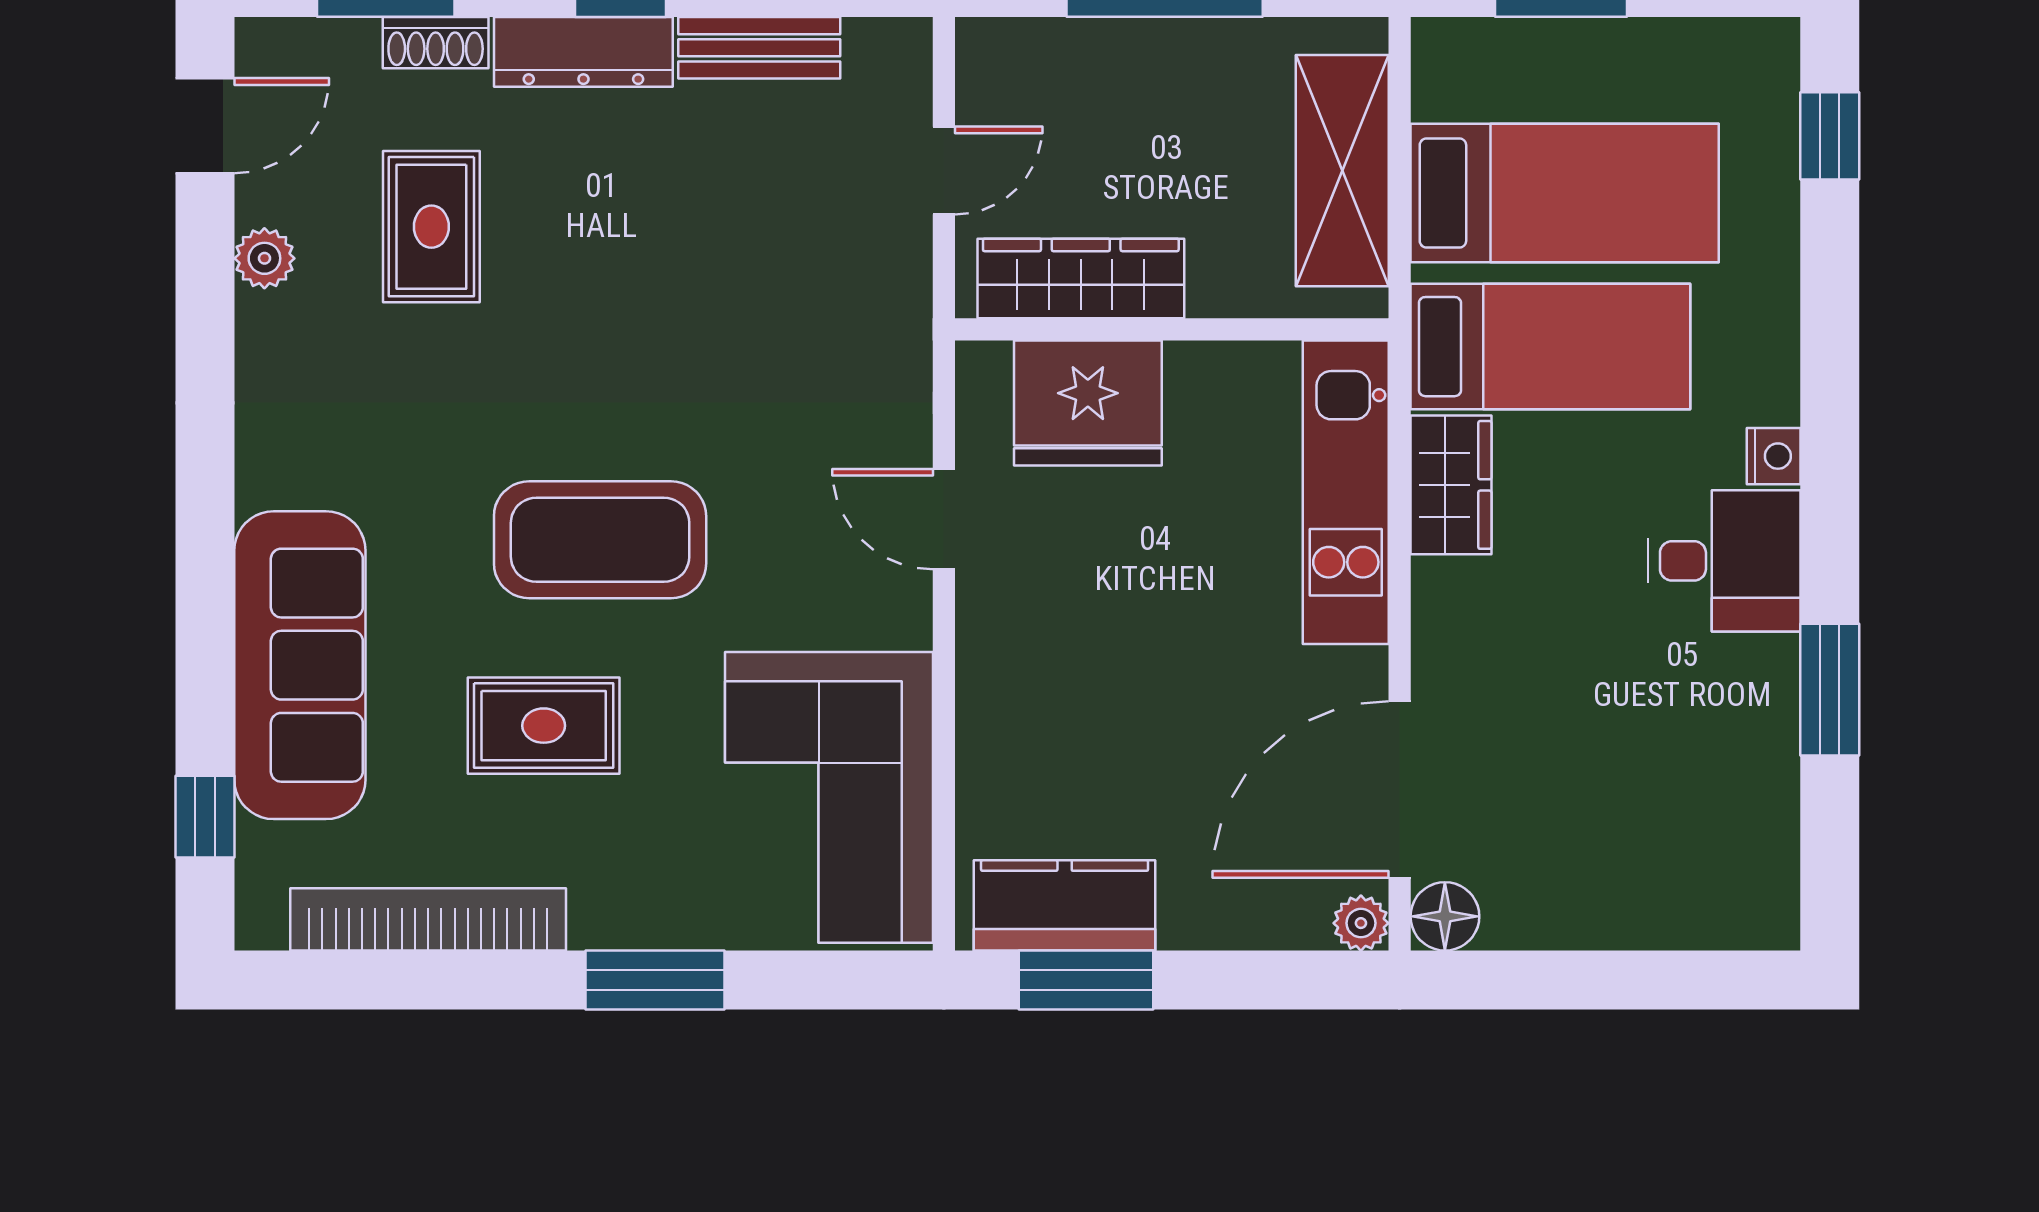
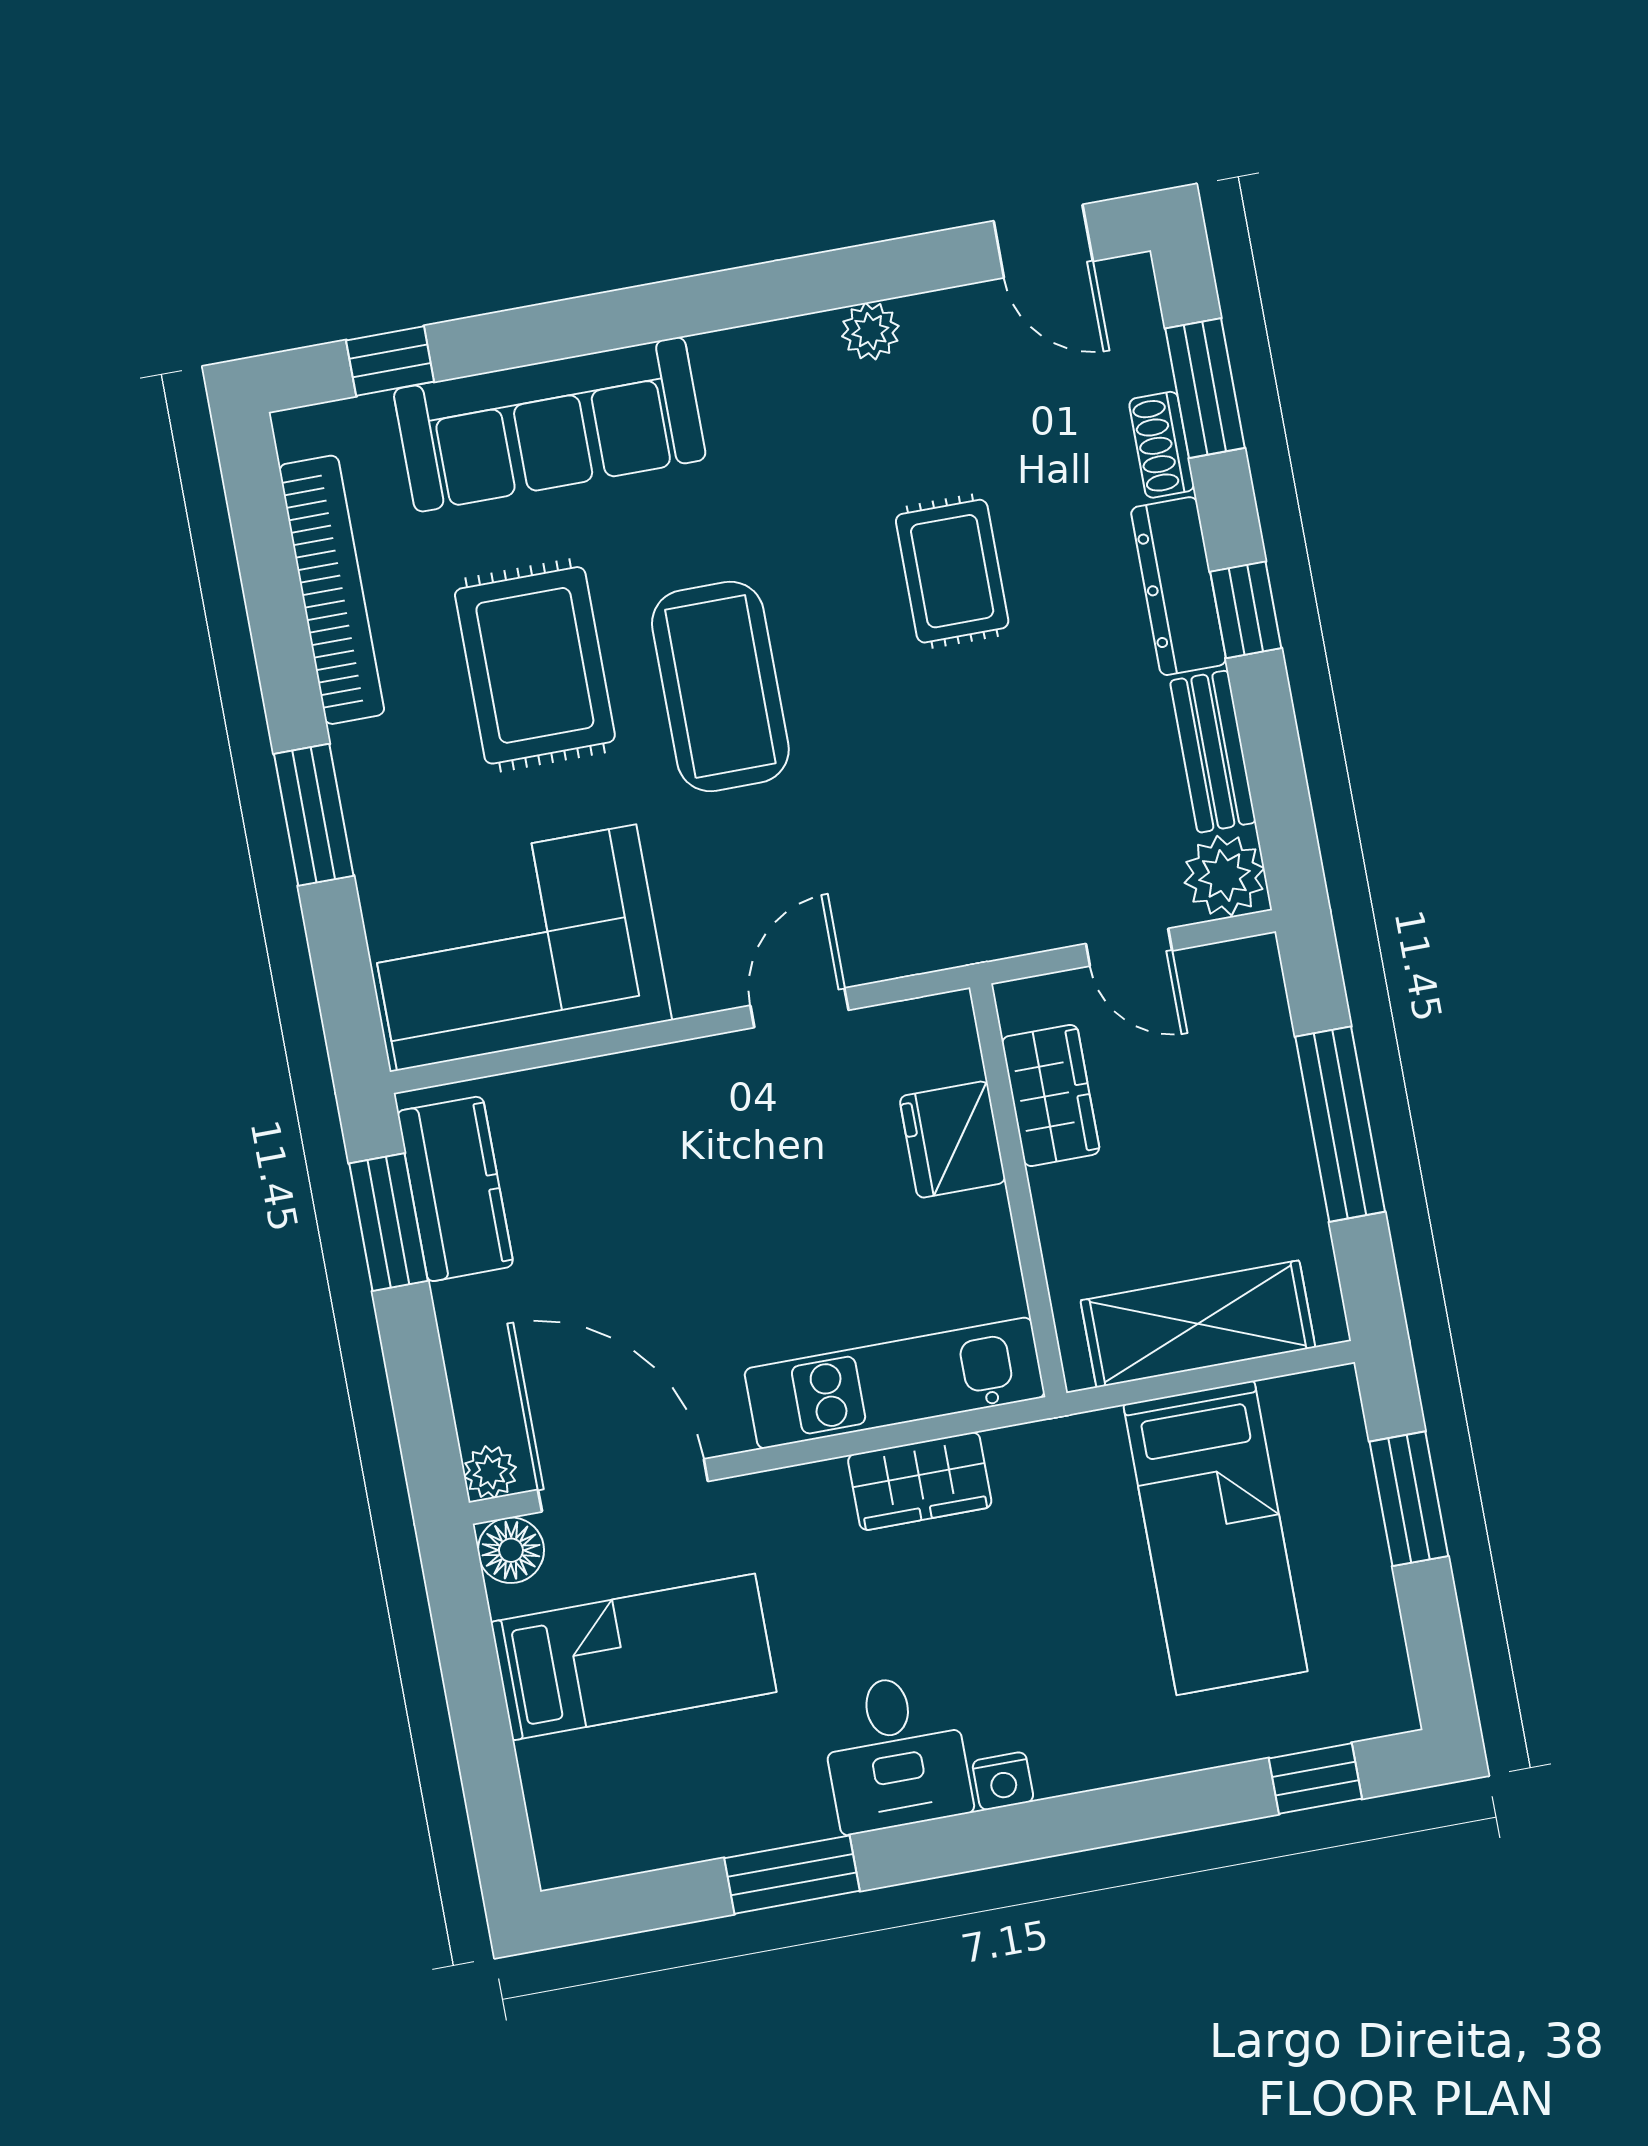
plant: (888, 59) -> (1224, 876), added
rug: (431, 227) -> (952, 571), moved, turned 90
plant: (264, 258) -> (870, 331), moved
wardrobe: (1081, 278) -> (1051, 1095), width x0.67
bed: (1550, 347) -> (634, 1657), moved, turned -90
fridge: (1088, 403) -> (953, 1140), width x0.73, depth x0.75
rug: (544, 726) -> (535, 665), width x1.36, depth x1.43

